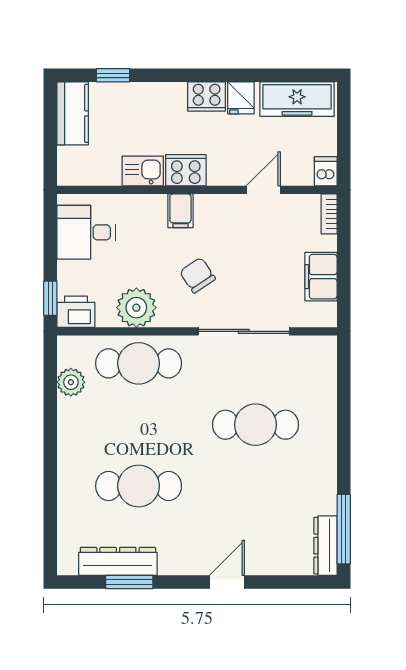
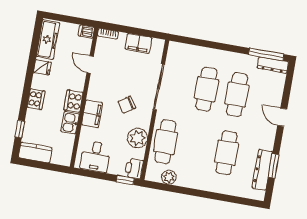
cooker: (207, 97) -> (36, 99), moved
filing cabinet: (180, 211) -> (92, 114), width x2.00
cafe table: (255, 486) -> (237, 95), added

